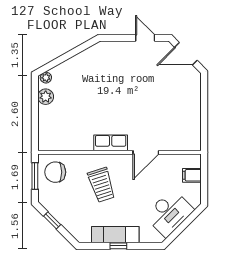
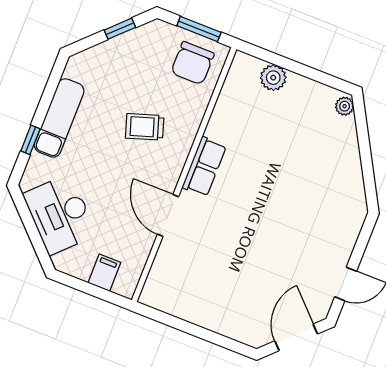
plant: (46, 97) -> (273, 78), moved
chair: (55, 172) -> (193, 63), turned 180
trolley: (101, 185) -> (145, 127), width x0.73, depth x0.72
window: (118, 246) -> (30, 140), moved

